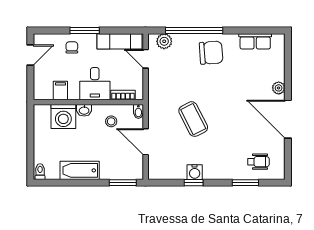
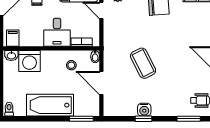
filing cabinet: (60, 90) -> (13, 38), moved
washbasin: (84, 110) -> (11, 56), moved
bathtub: (80, 170) -> (50, 105), width x1.36, depth x1.36

